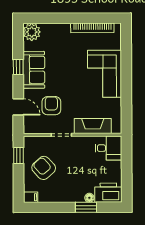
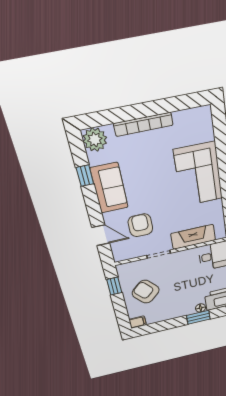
bookcase: (92, 28) -> (144, 124), moved
window: (18, 67) -> (85, 176), moved

